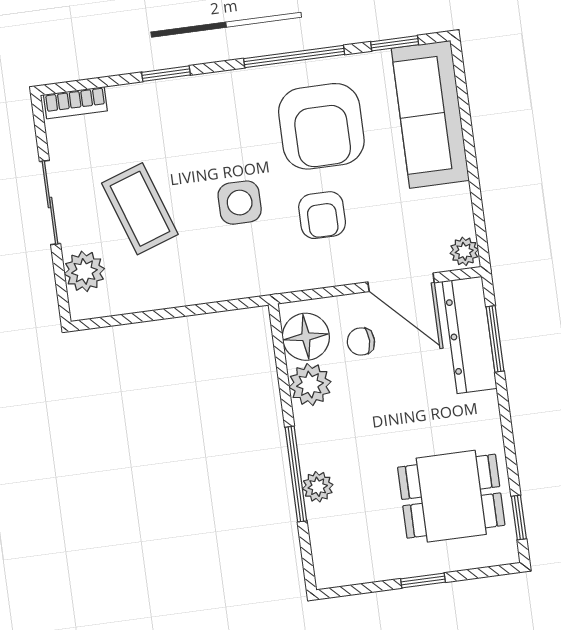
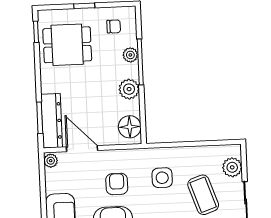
side table: (240, 203) -> (162, 178), moved
chair: (361, 341) -> (114, 26), moved
plant: (310, 385) -> (129, 89), moved

